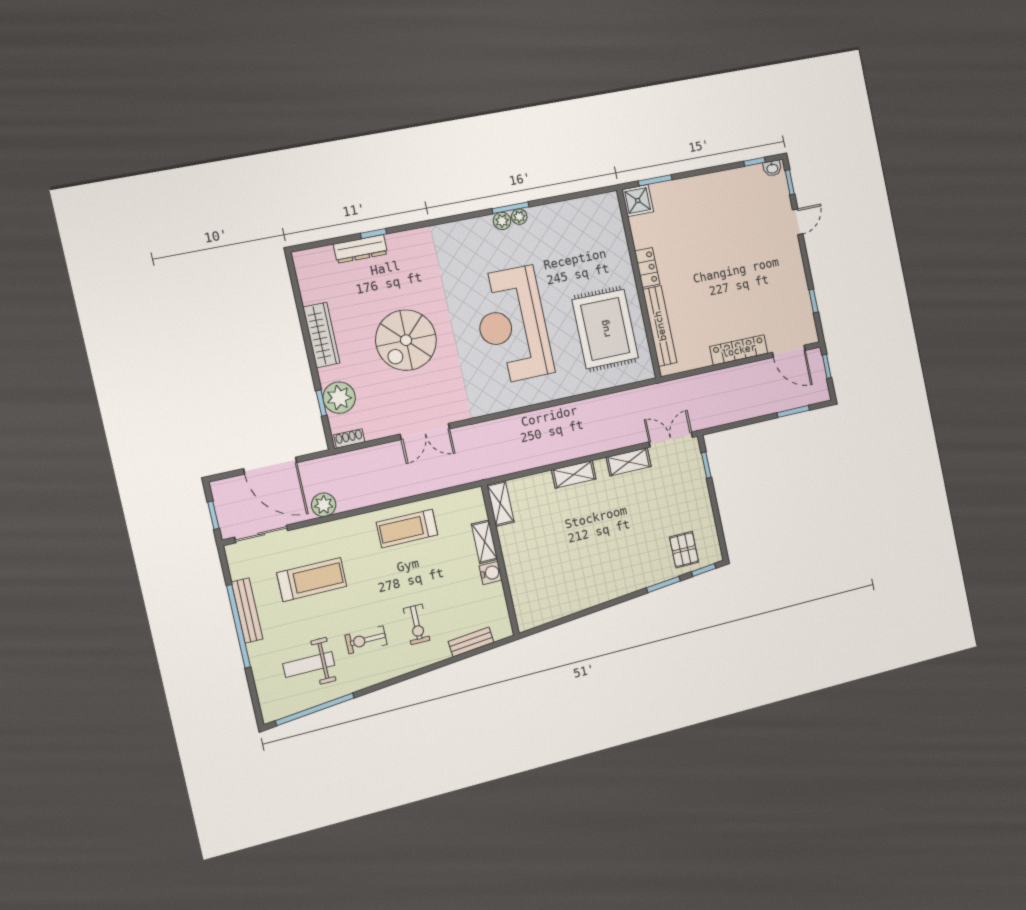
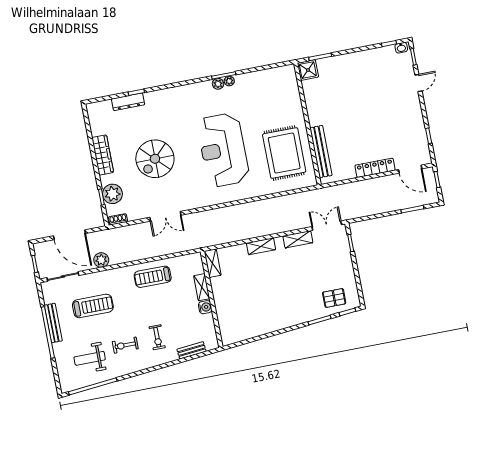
locker: (647, 267) -> (313, 113), removed
pallet: (684, 550) -> (334, 298), turned 90

